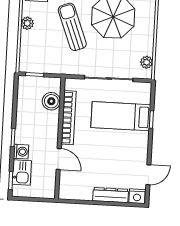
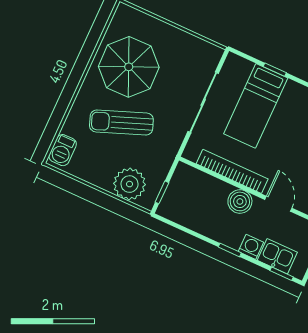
plant: (27, 23) -> (130, 184), moved, width x1.87, depth x1.87
plant: (147, 62) -> (201, 48), removed
boiler: (51, 101) -> (240, 201), moved
door: (59, 159) -> (278, 204), hinge flipped

